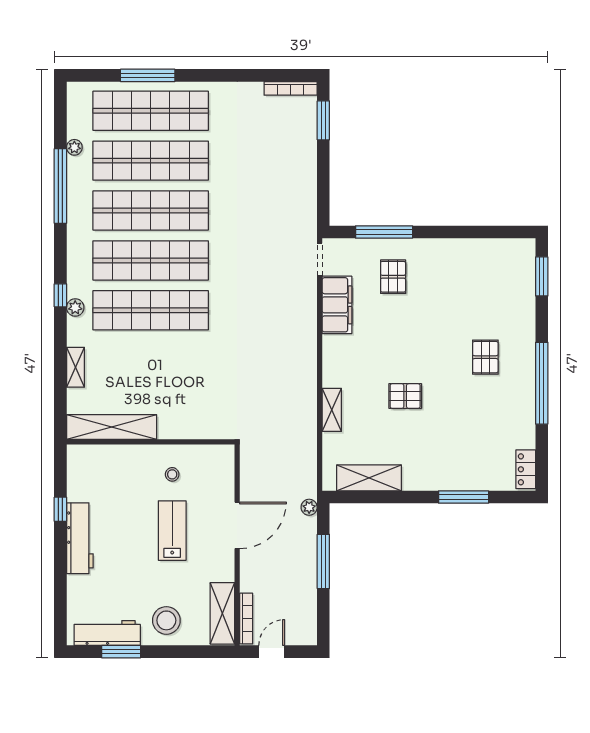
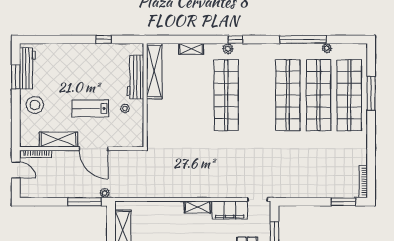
shop shelf: (151, 260) -> (257, 95), removed
shelving: (332, 410) -> (198, 207), moved
lab bench: (172, 531) -> (90, 108), turned 180
workbench: (80, 538) -> (135, 77), moved, turned 90
window: (323, 561) -> (85, 202), moved
shelving: (222, 613) -> (58, 139), moved

